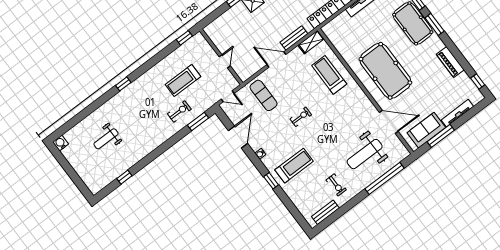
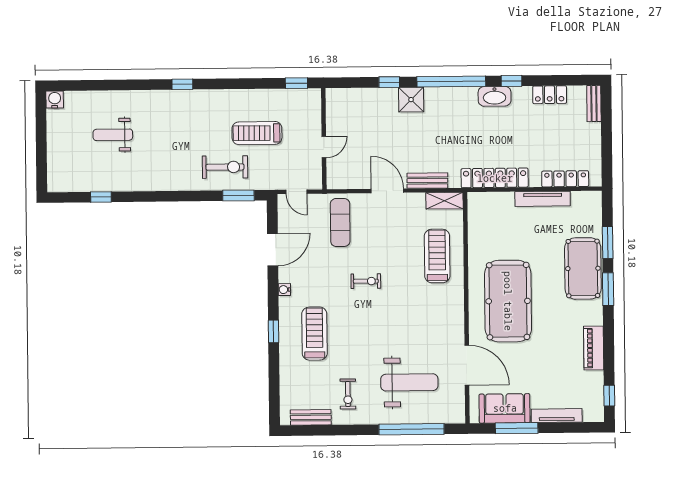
exercise bike: (179, 112) -> (225, 167), width x1.38, depth x1.39
weight bench: (365, 154) -> (409, 382), turned 180
treadmill: (294, 166) -> (314, 334), turned -90

